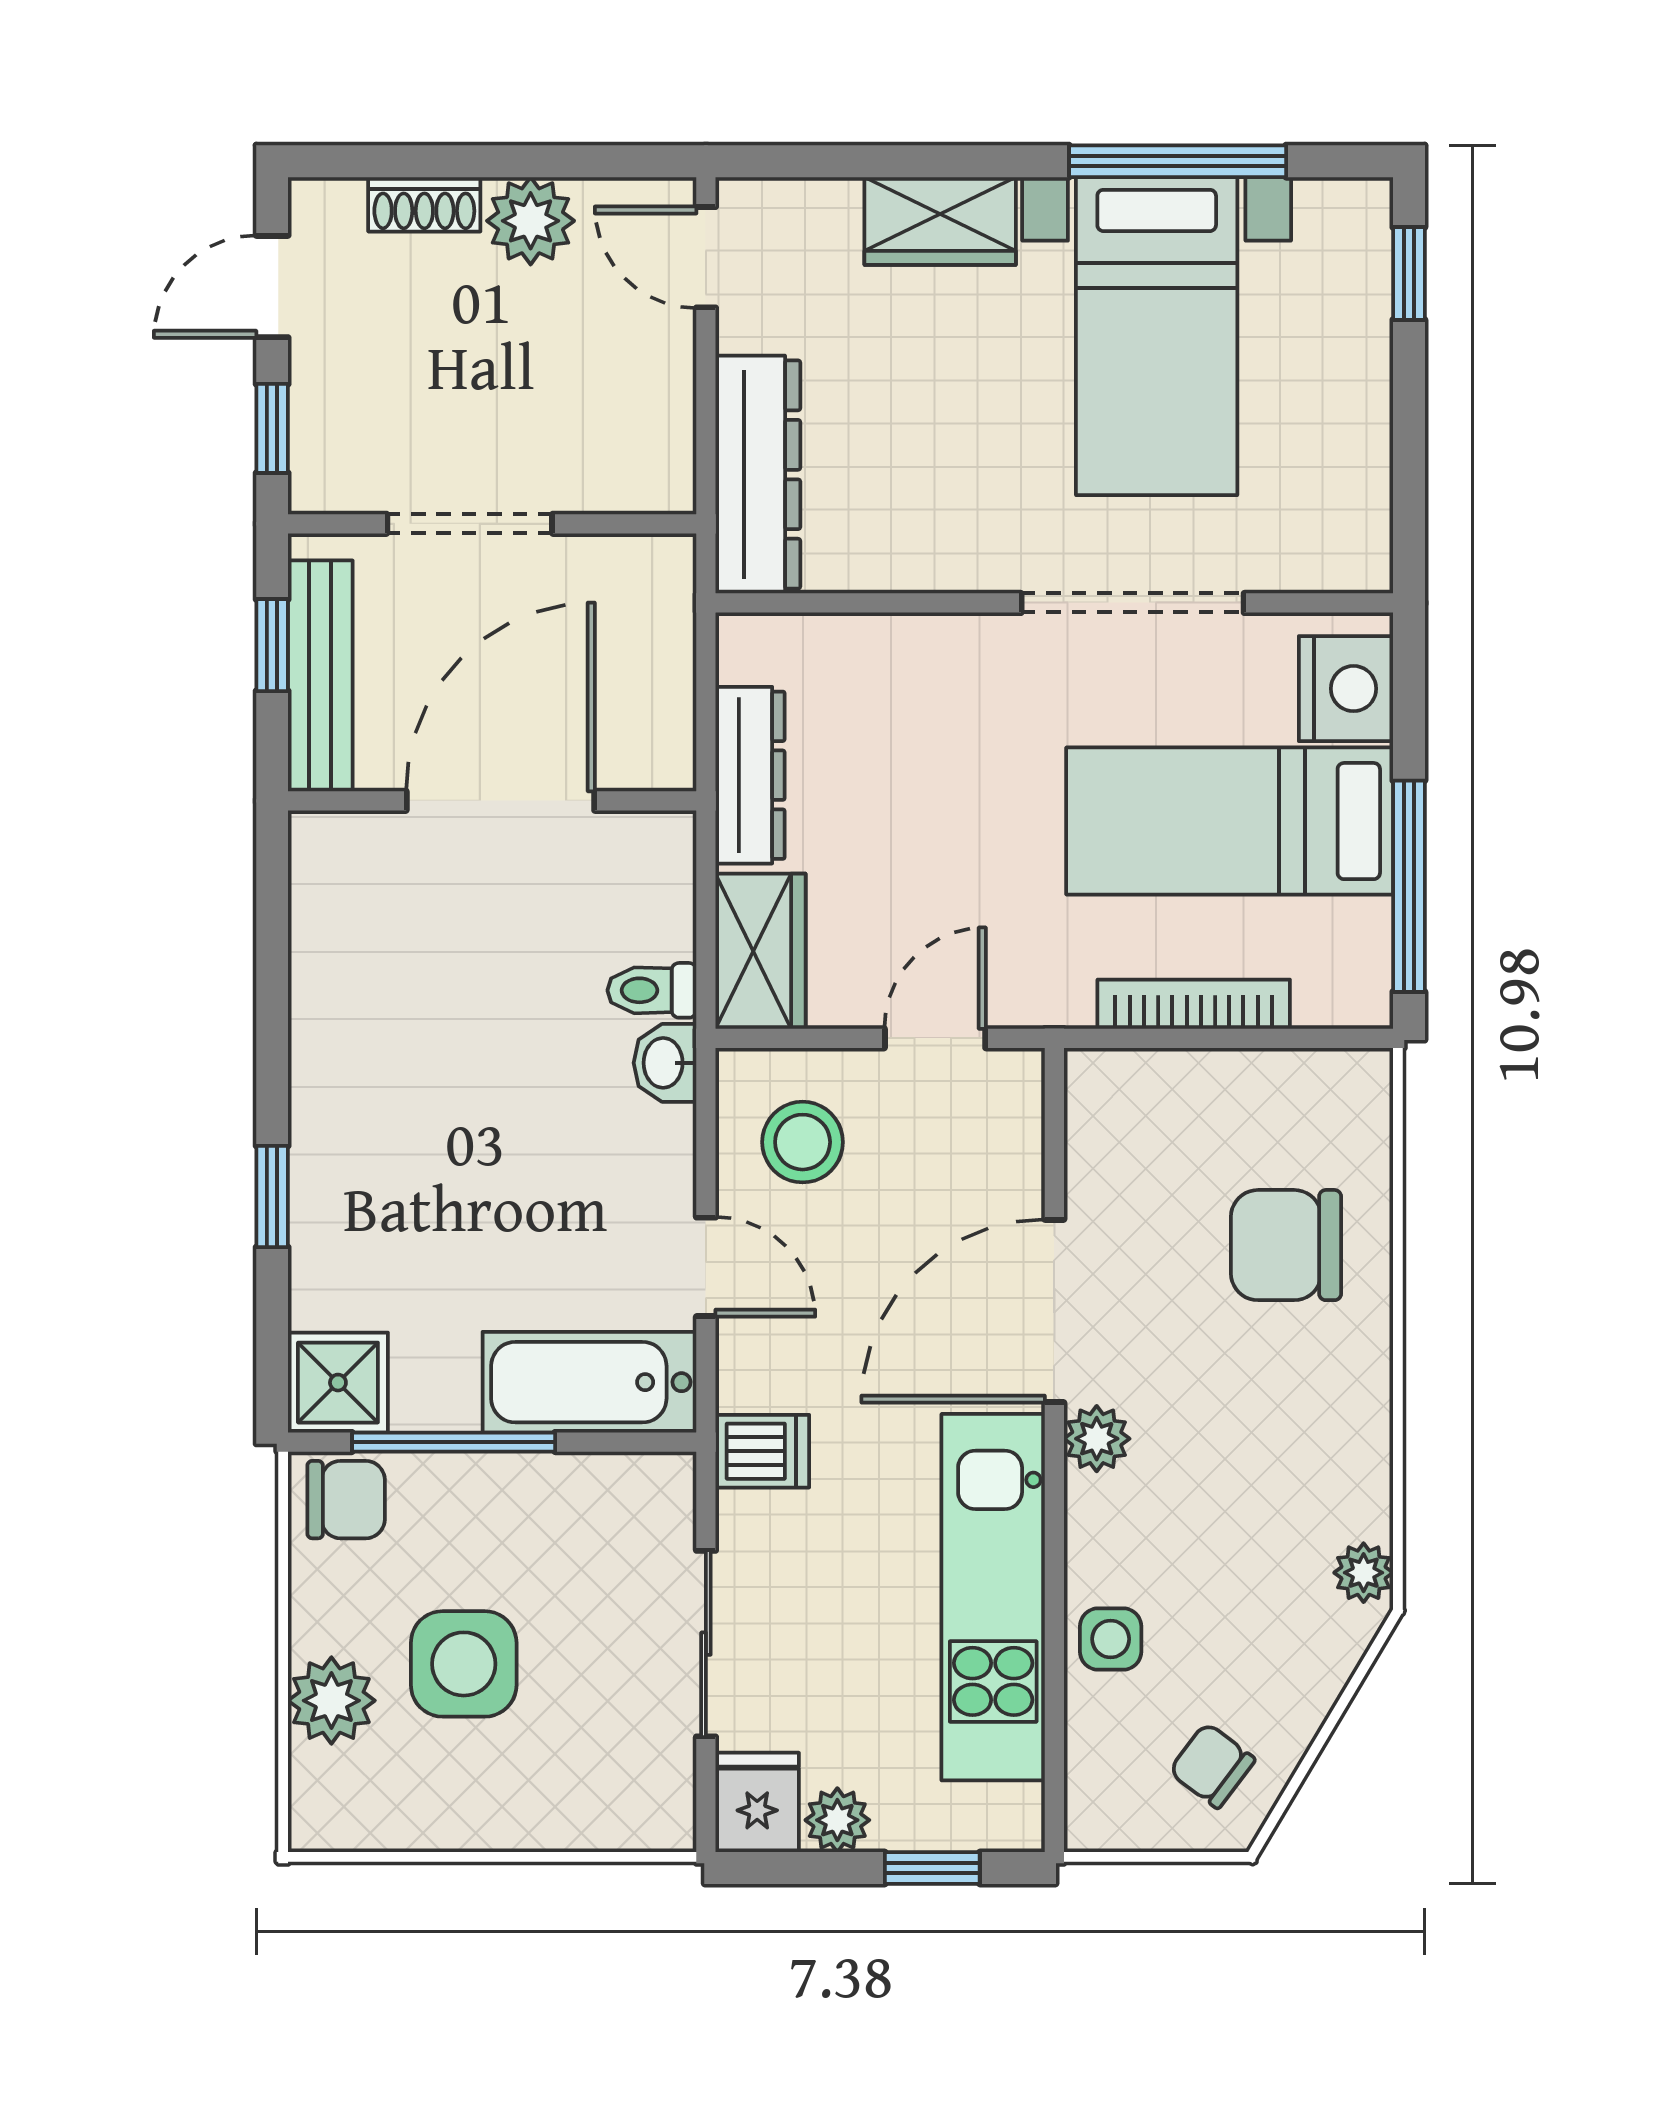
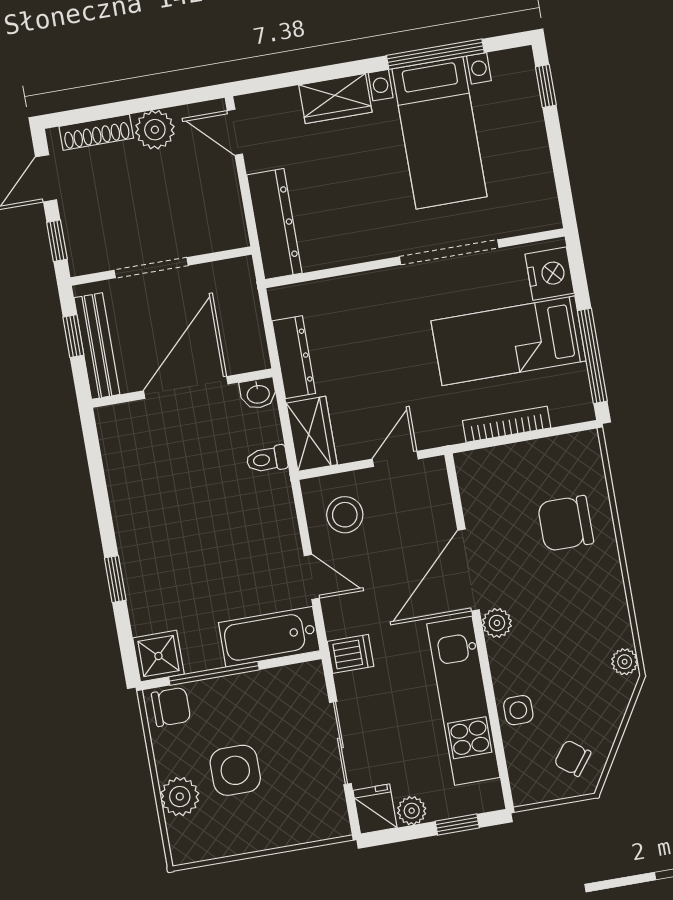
shoe rack: (424, 204) -> (96, 132), width x1.43
washbasin: (665, 1063) -> (258, 393), moved, turned -90

